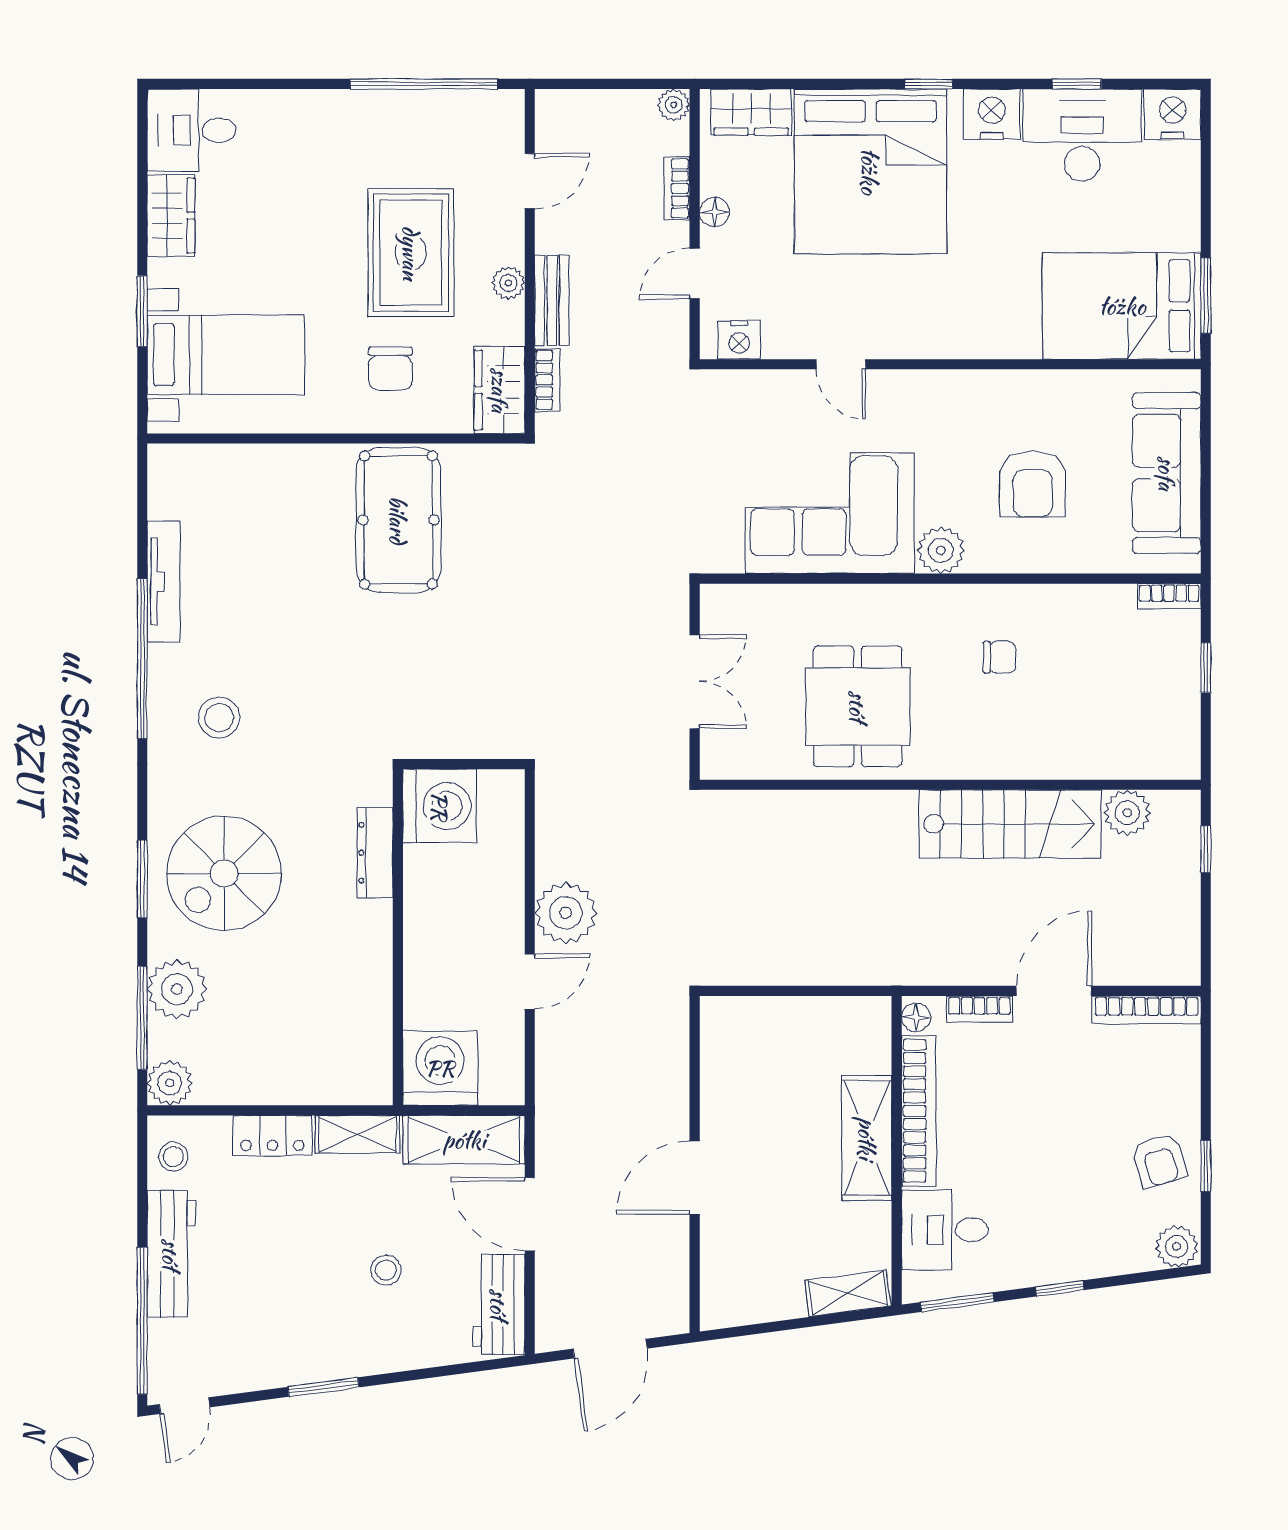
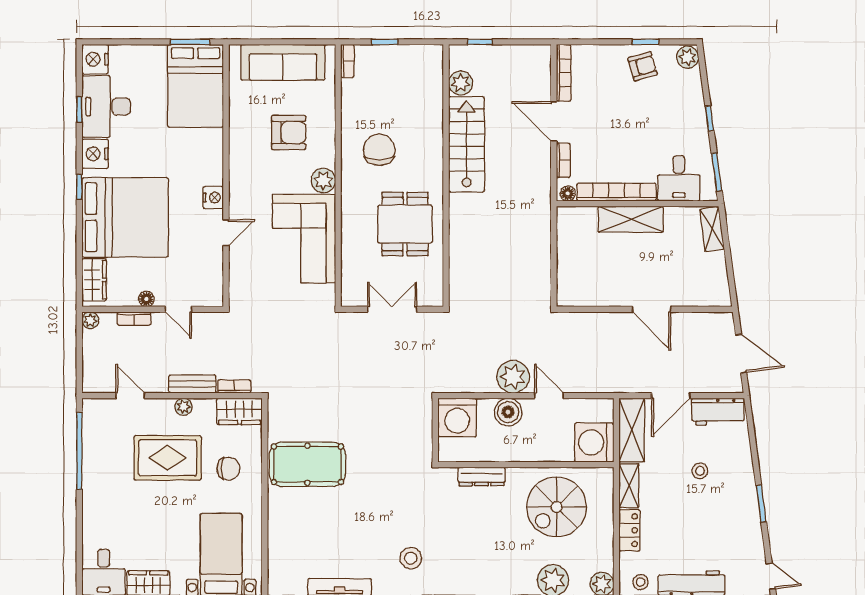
nightstand: (739, 340) -> (213, 198), moved
chair: (1000, 657) -> (379, 150), width x1.87, depth x1.87
dining table: (858, 706) -> (405, 224), turned 90
washing machine: (440, 806) -> (457, 417), moved, turned 180
spiral stairs: (224, 873) -> (557, 507), moved, turned 90
boiler: (498, 903) -> (508, 412), added

